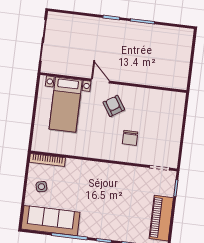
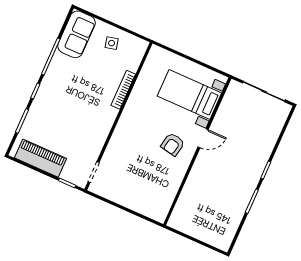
armchair: (114, 106) -> (173, 144), turned 134
chair: (130, 138) -> (134, 151), removed
bookcase: (47, 160) -> (123, 90), moved
sofa: (51, 221) -> (76, 34), width x0.73

